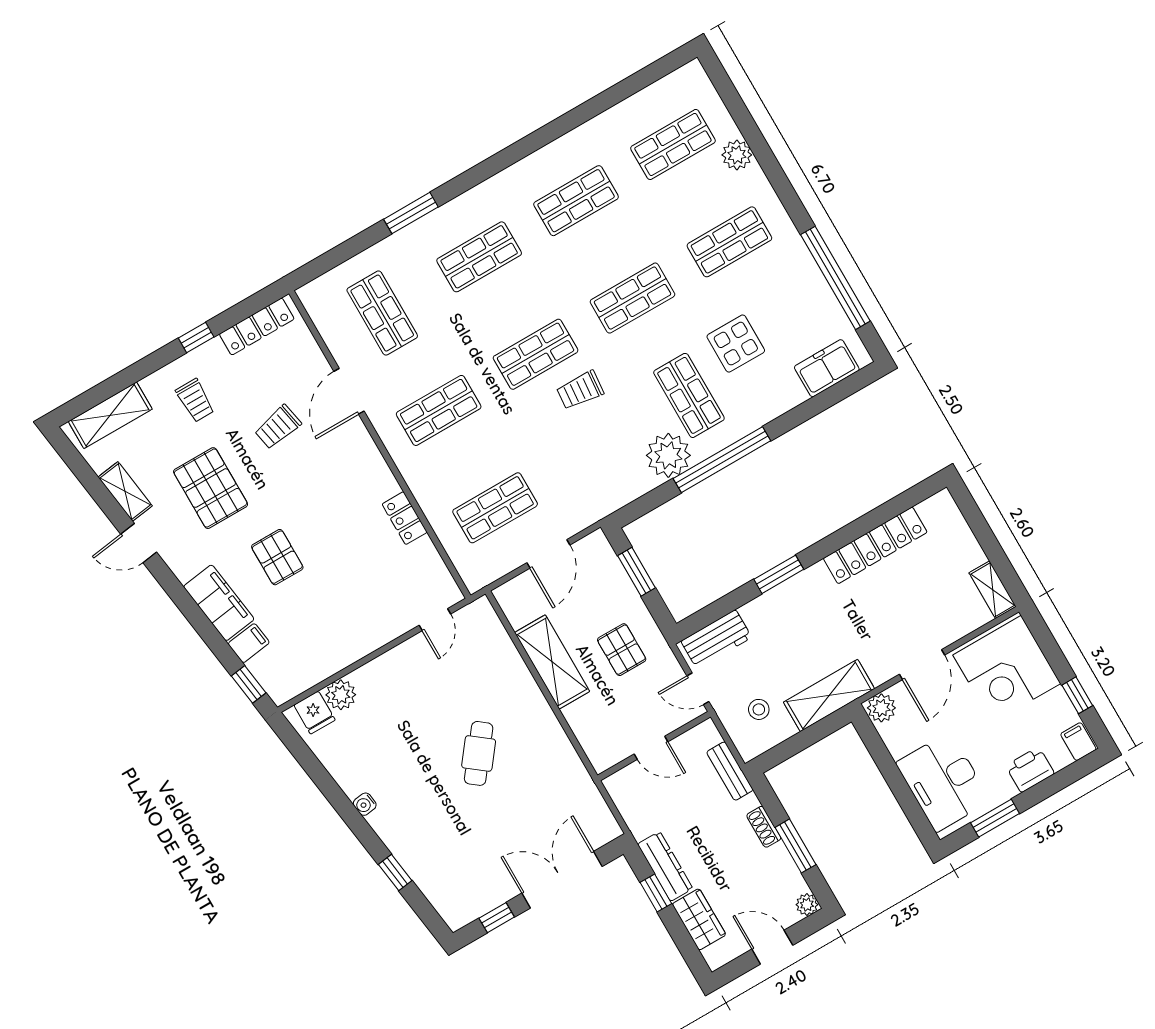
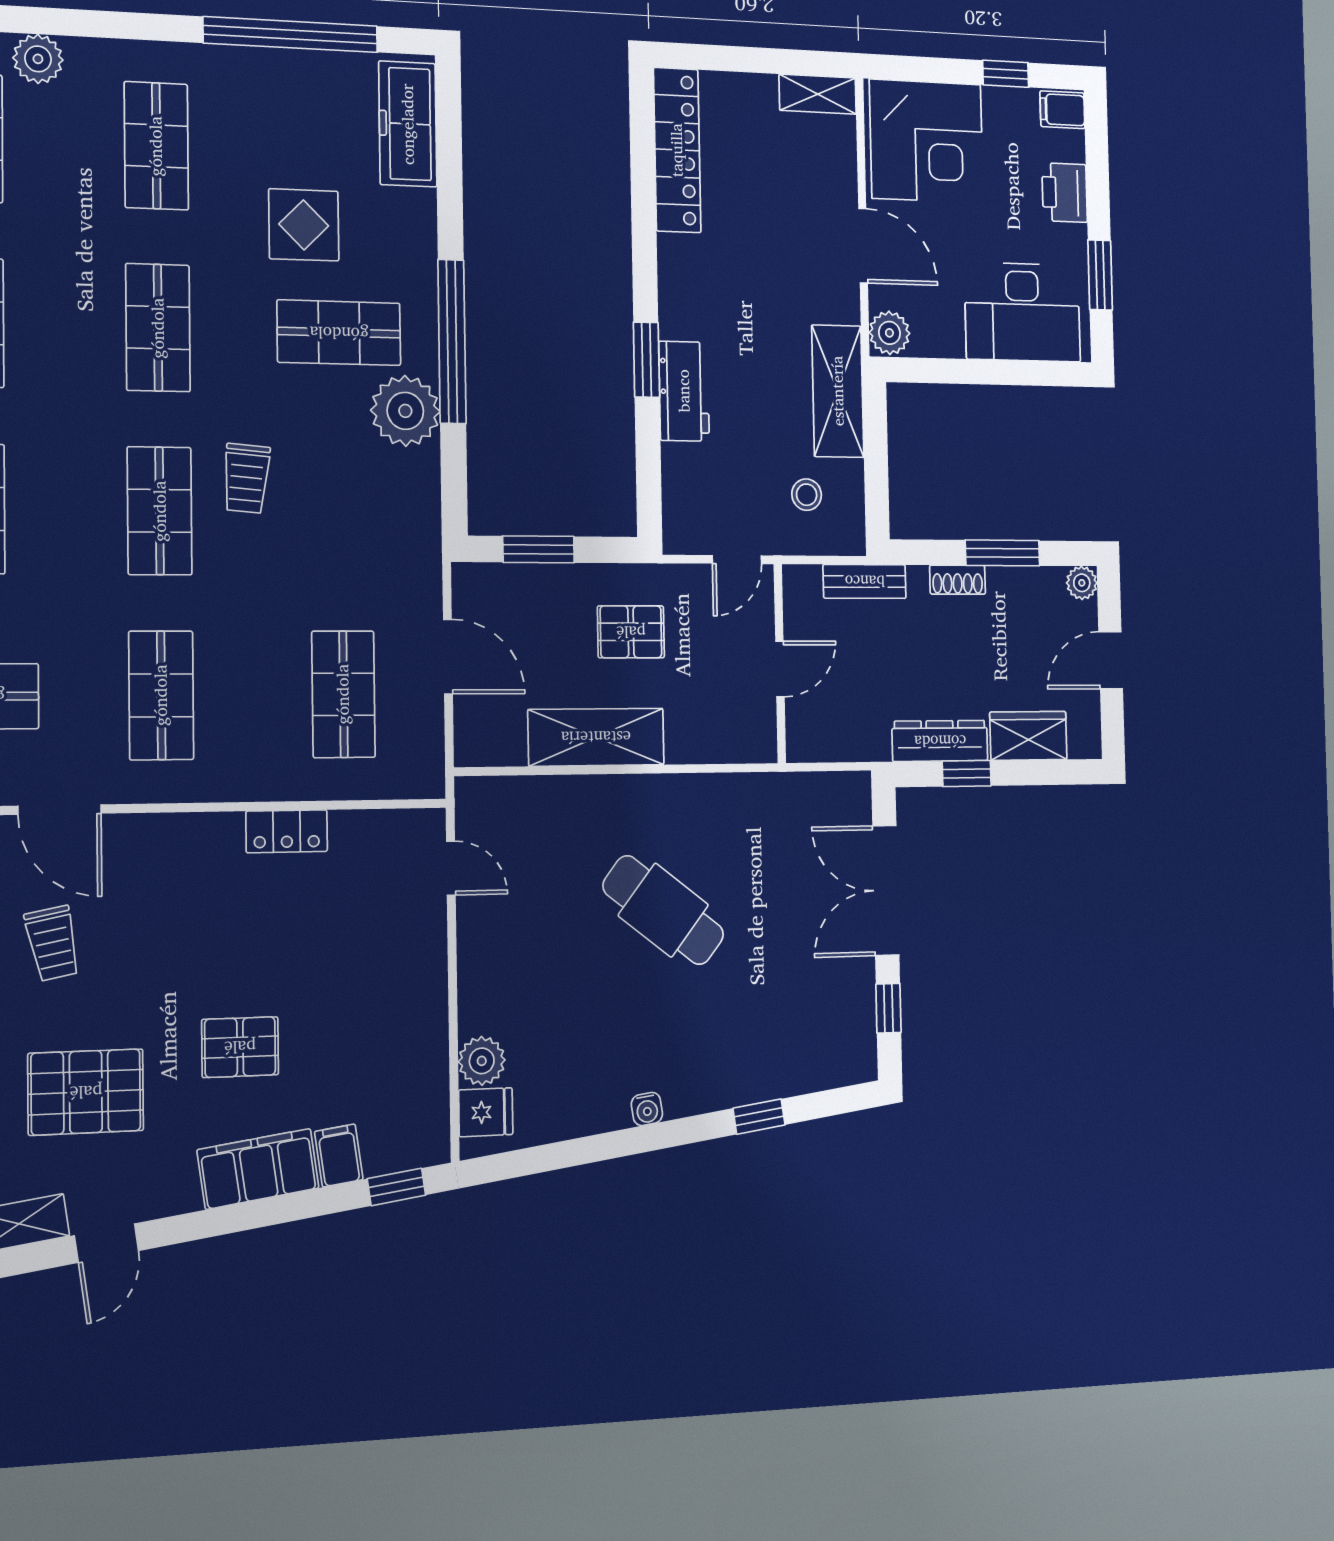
freezer: (827, 368) -> (408, 124), width x1.40
locker: (875, 545) -> (677, 150), moved
workbench: (716, 639) -> (684, 391), moved
cafe table: (479, 753) -> (663, 910), width x1.37, depth x1.35

